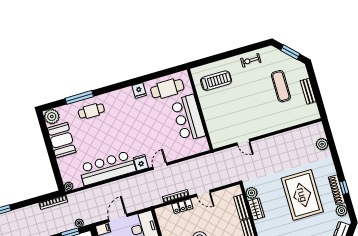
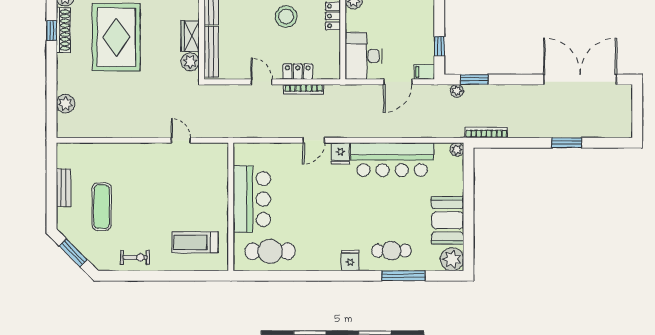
fridge: (139, 90) -> (350, 261), moved
bench: (241, 207) -> (211, 52), width x1.36

